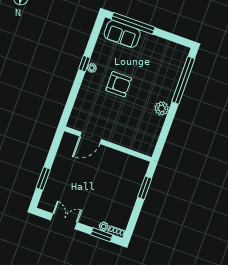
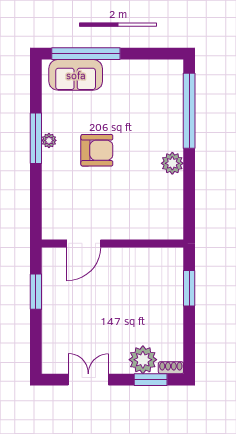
window: (84, 64) -> (36, 138), width x2.17
window: (43, 179) -> (36, 292), moved
plant: (104, 226) -> (143, 360), width x1.87, depth x1.87

